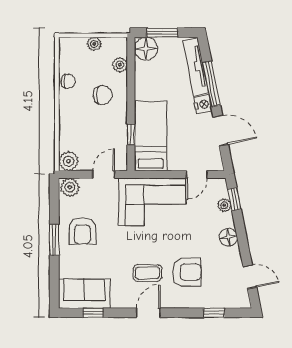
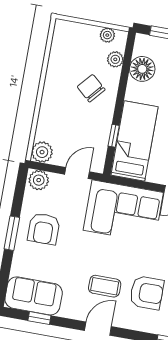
plant: (94, 44) -> (107, 35), moved
floor lamp: (146, 49) -> (142, 69), moved
chair: (68, 81) -> (57, 67), removed
chair: (103, 95) -> (91, 88), turned -139

